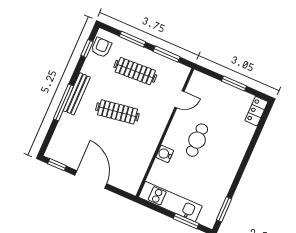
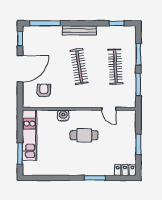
armchair: (101, 47) -> (44, 91), moved, turned -90
window: (64, 102) -> (45, 23), moved
window: (224, 209) -> (95, 178), moved

